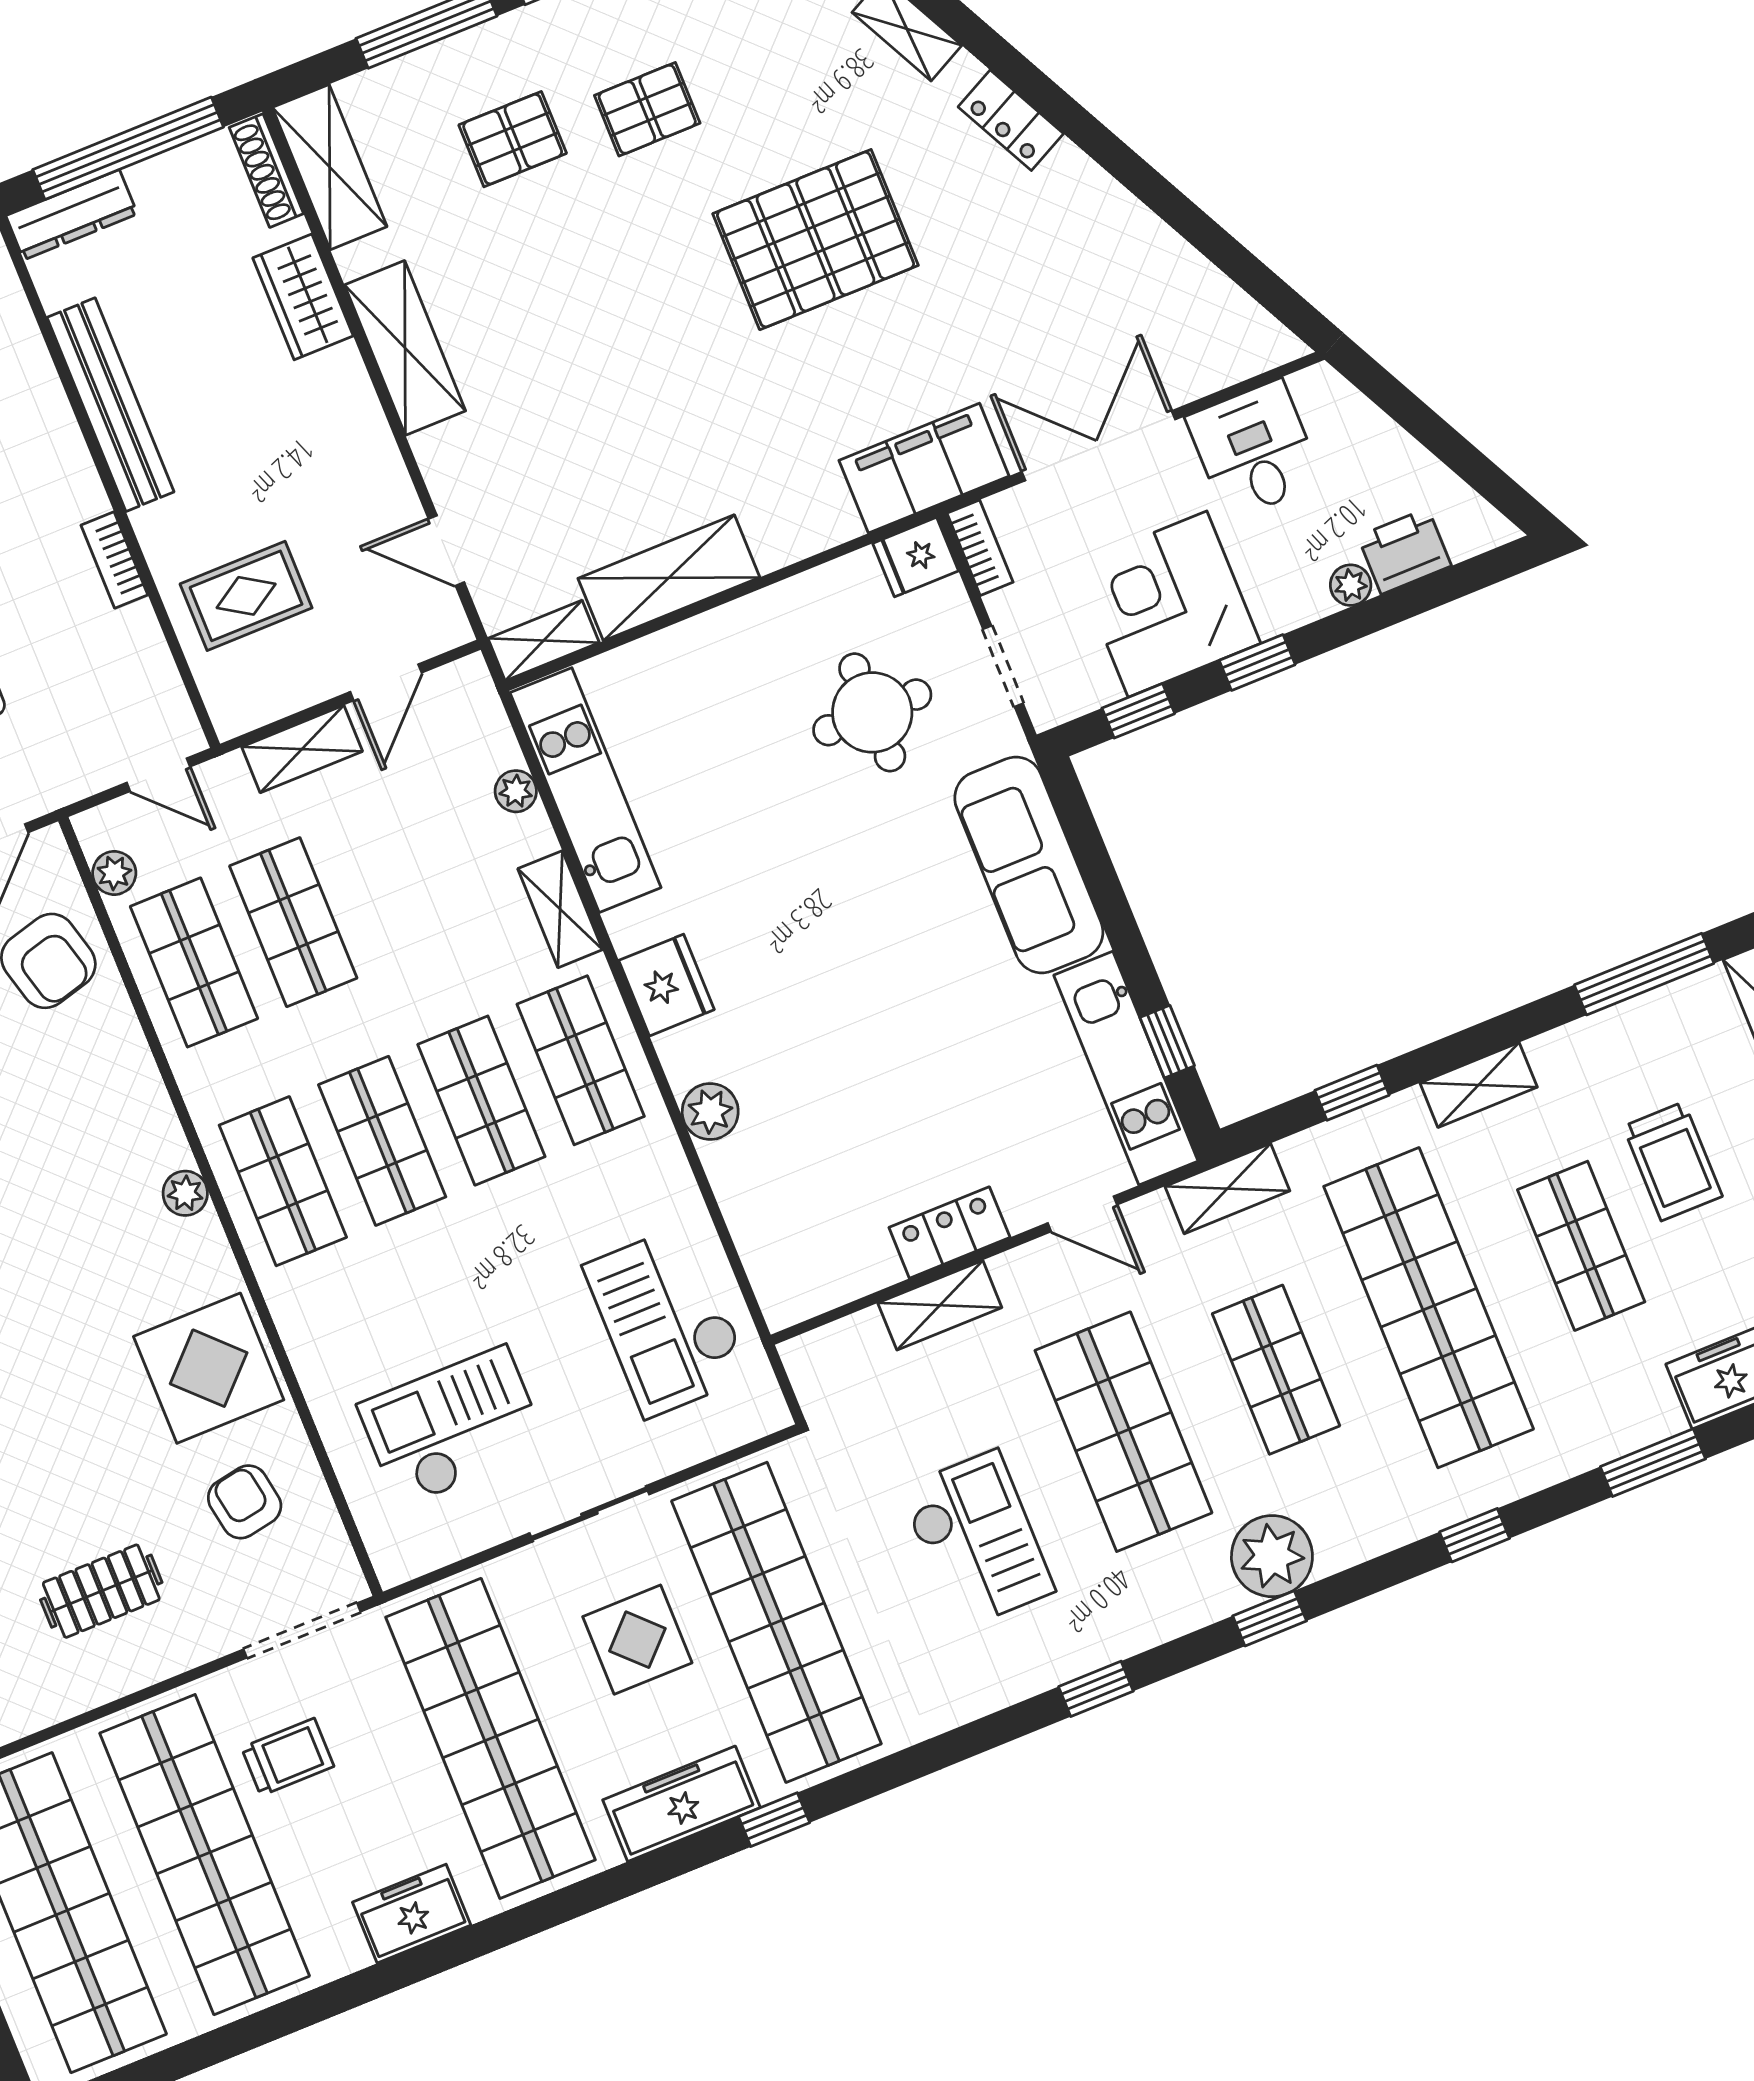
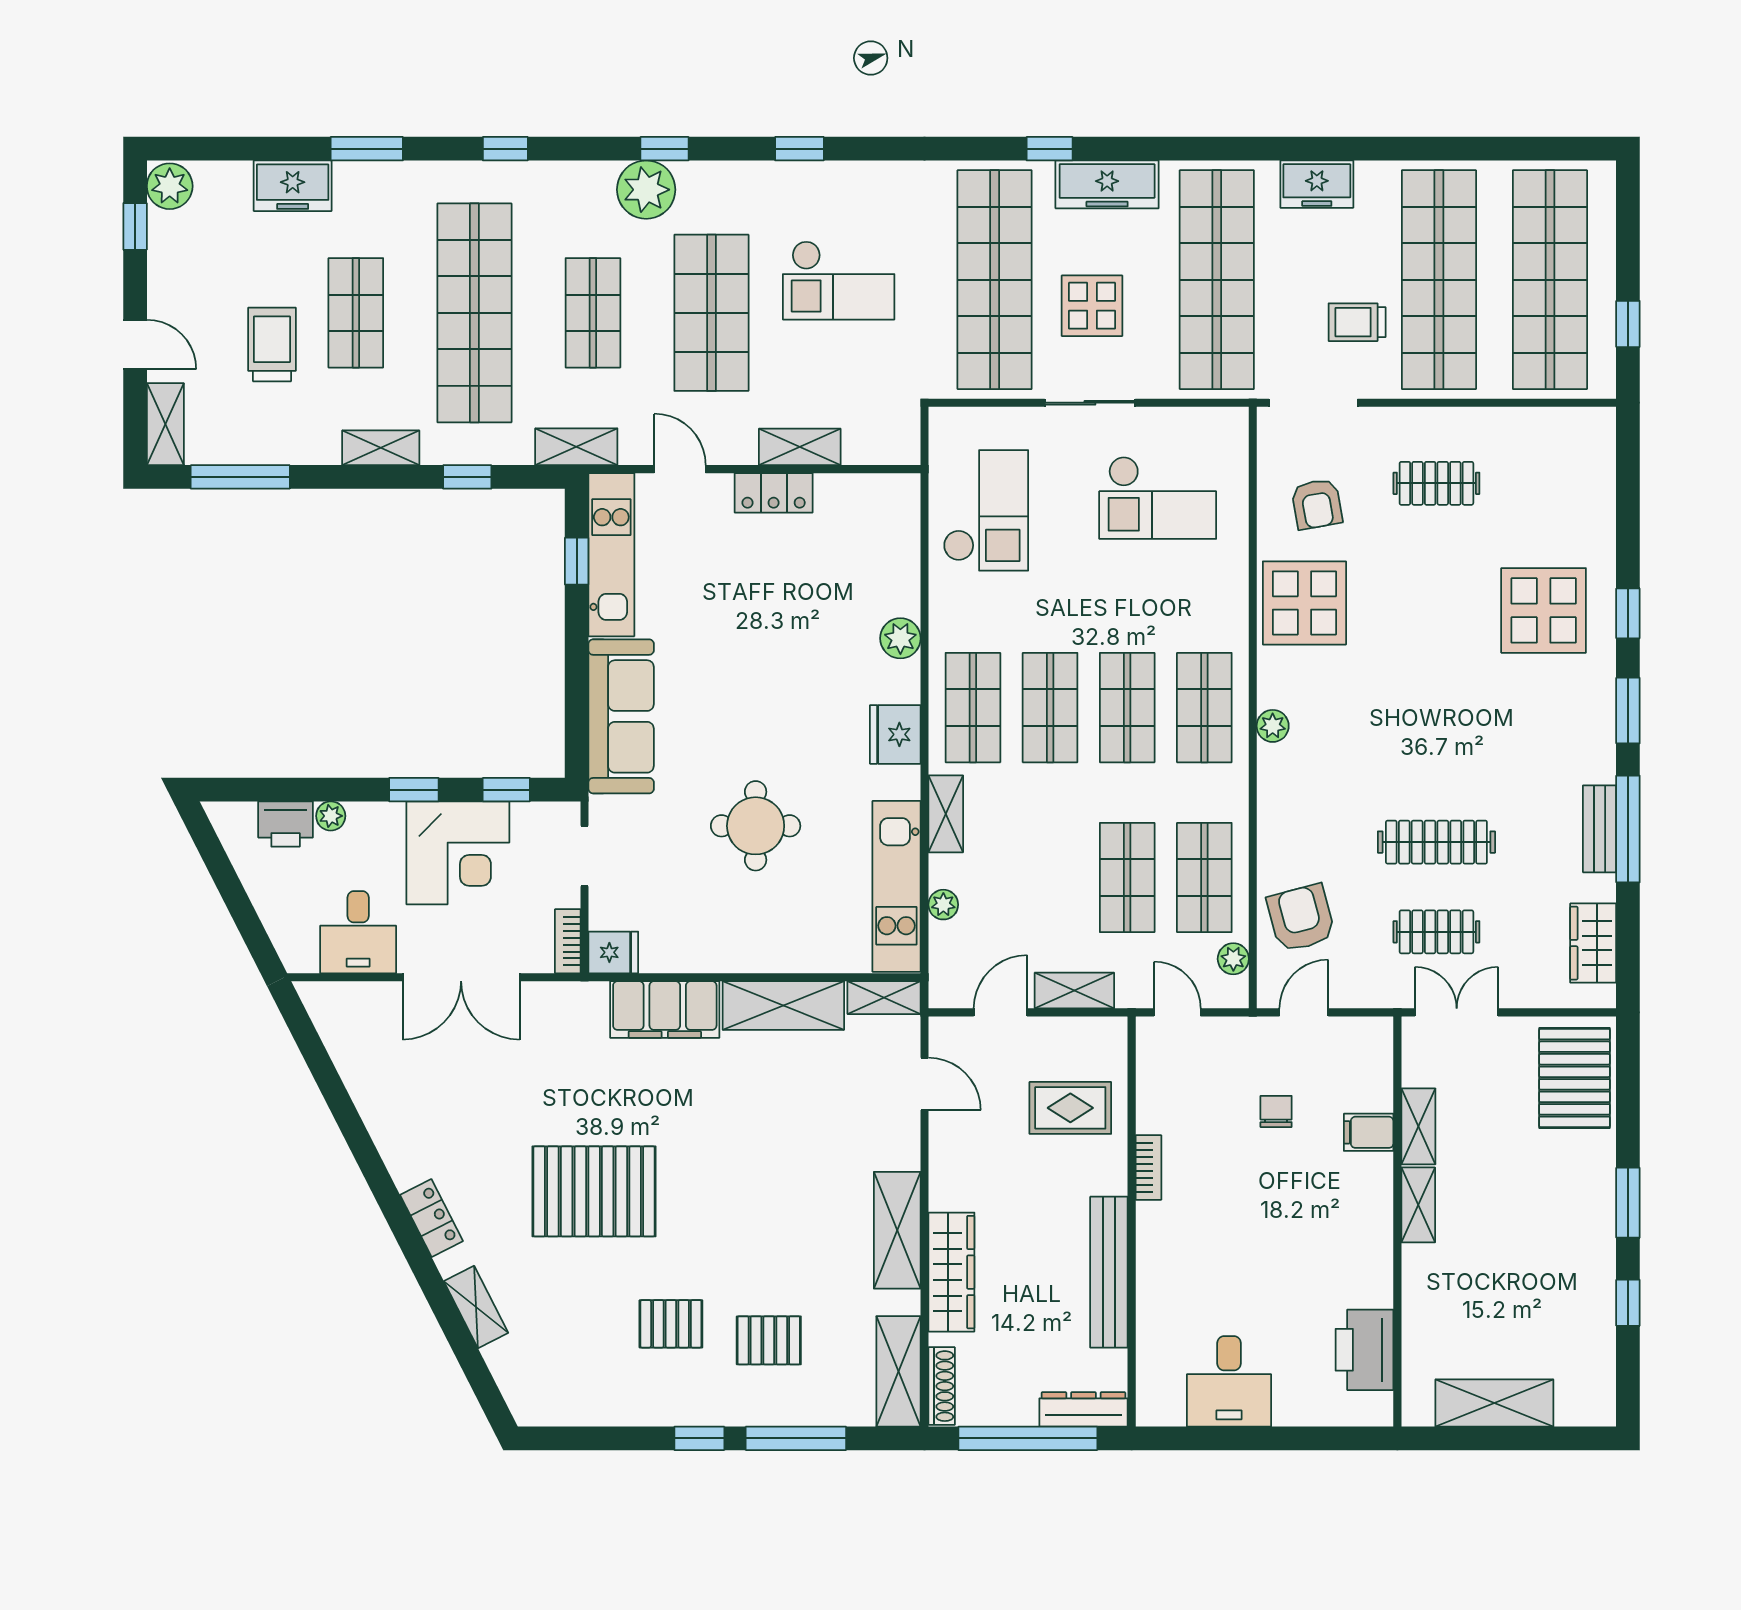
wardrobe: (303, 297) -> (951, 1272), width x1.50
filing cabinet: (924, 468) -> (665, 1009), moved
round table: (872, 712) -> (756, 826), moved
checkout: (977, 1540) -> (839, 280), turned -90

